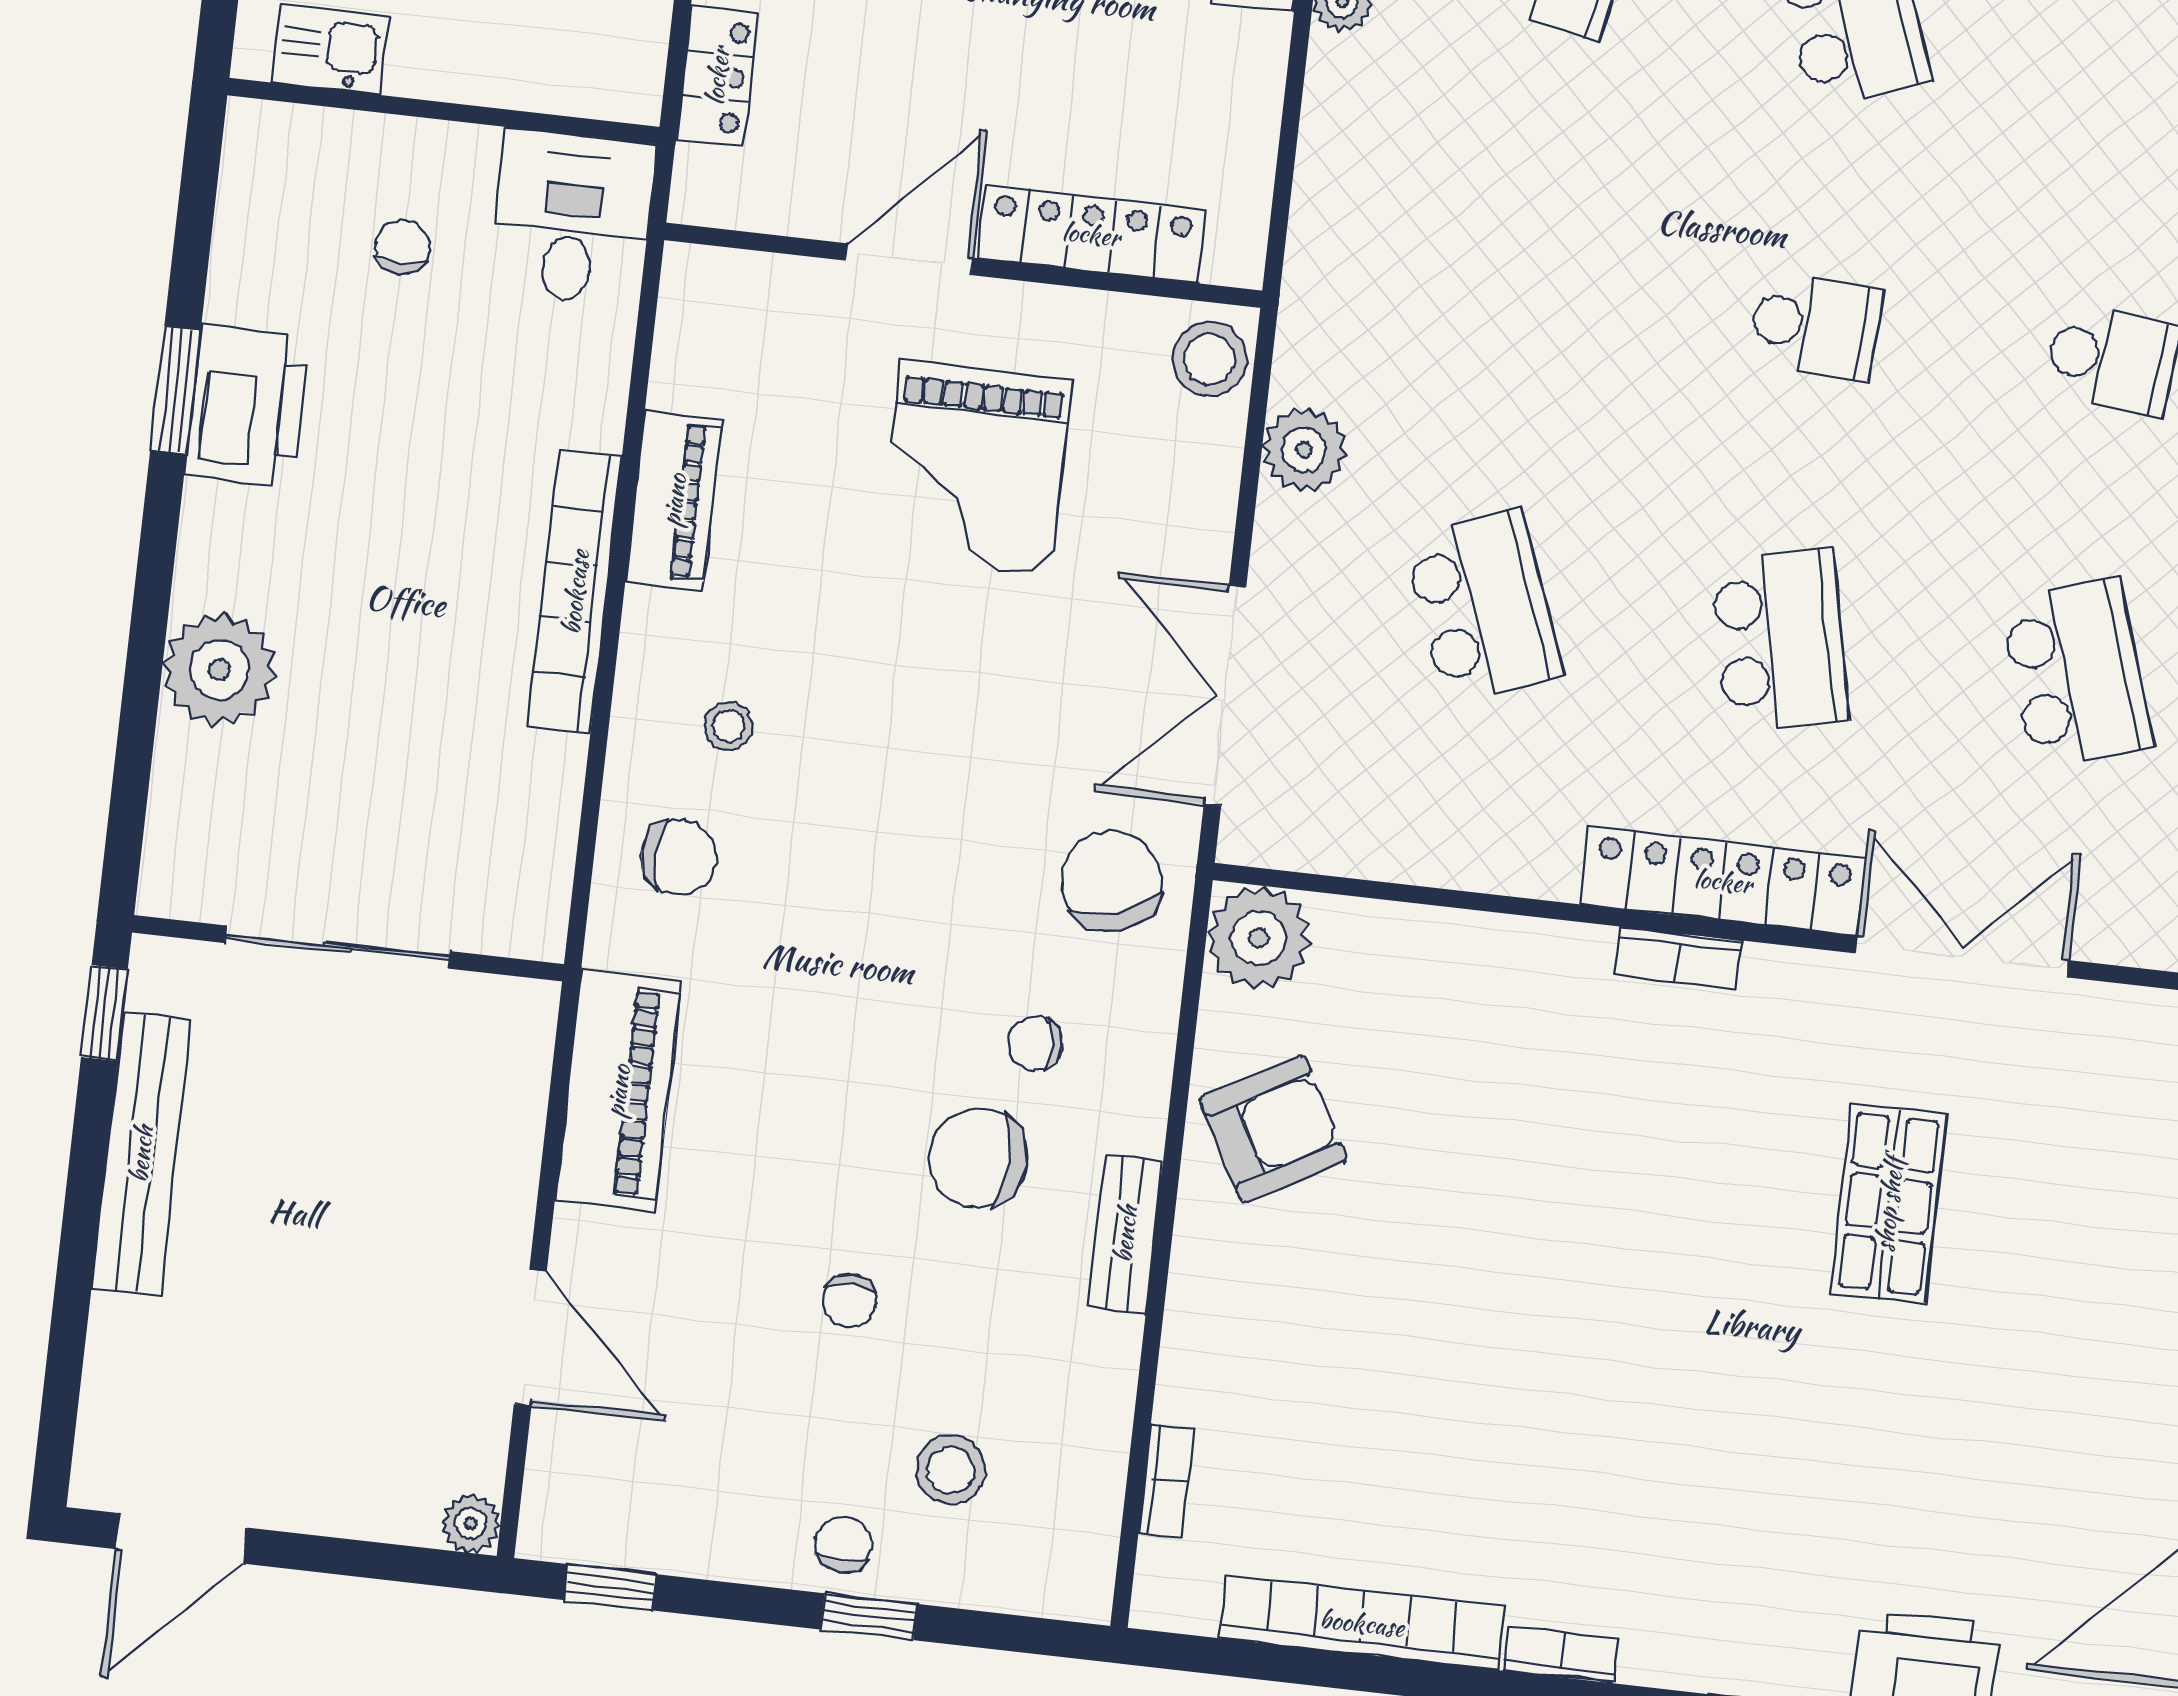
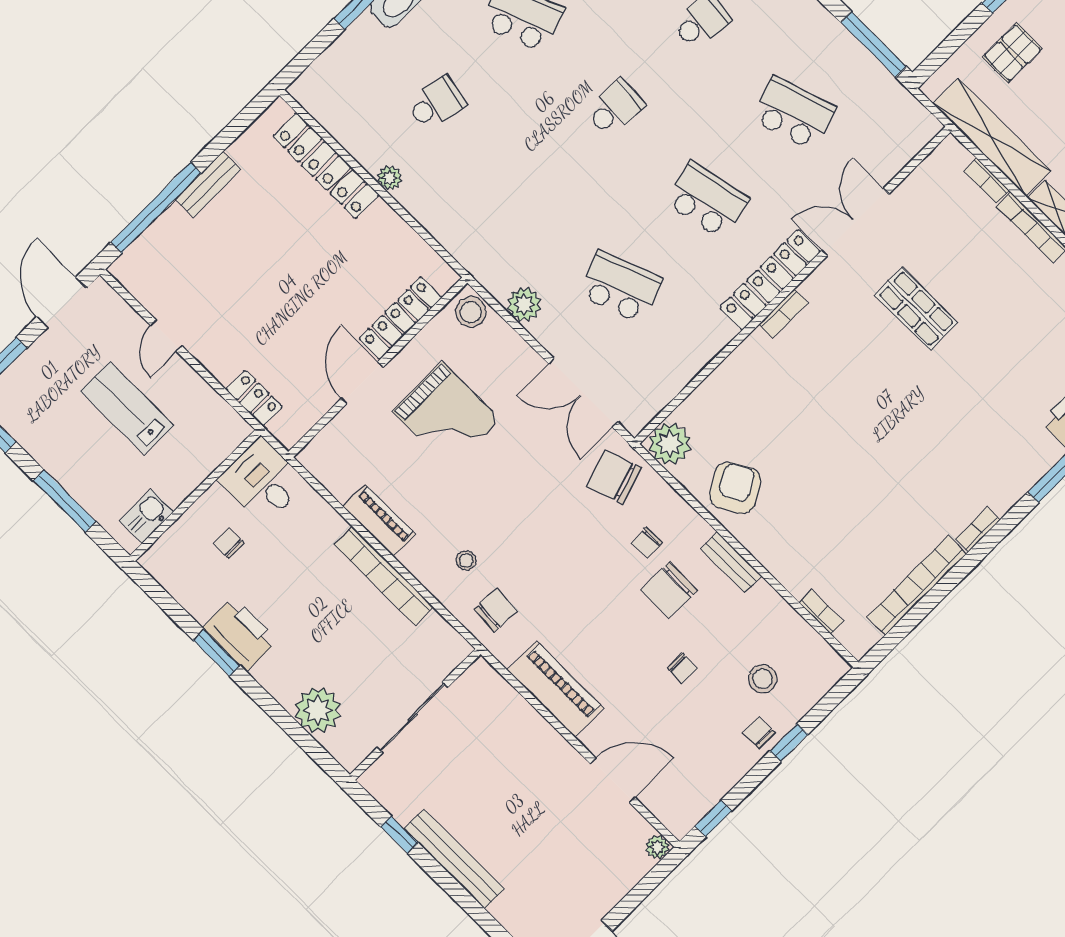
sliding door: (338, 947) -> (412, 718), moved
wall: (348, 948) -> (415, 714), moved

